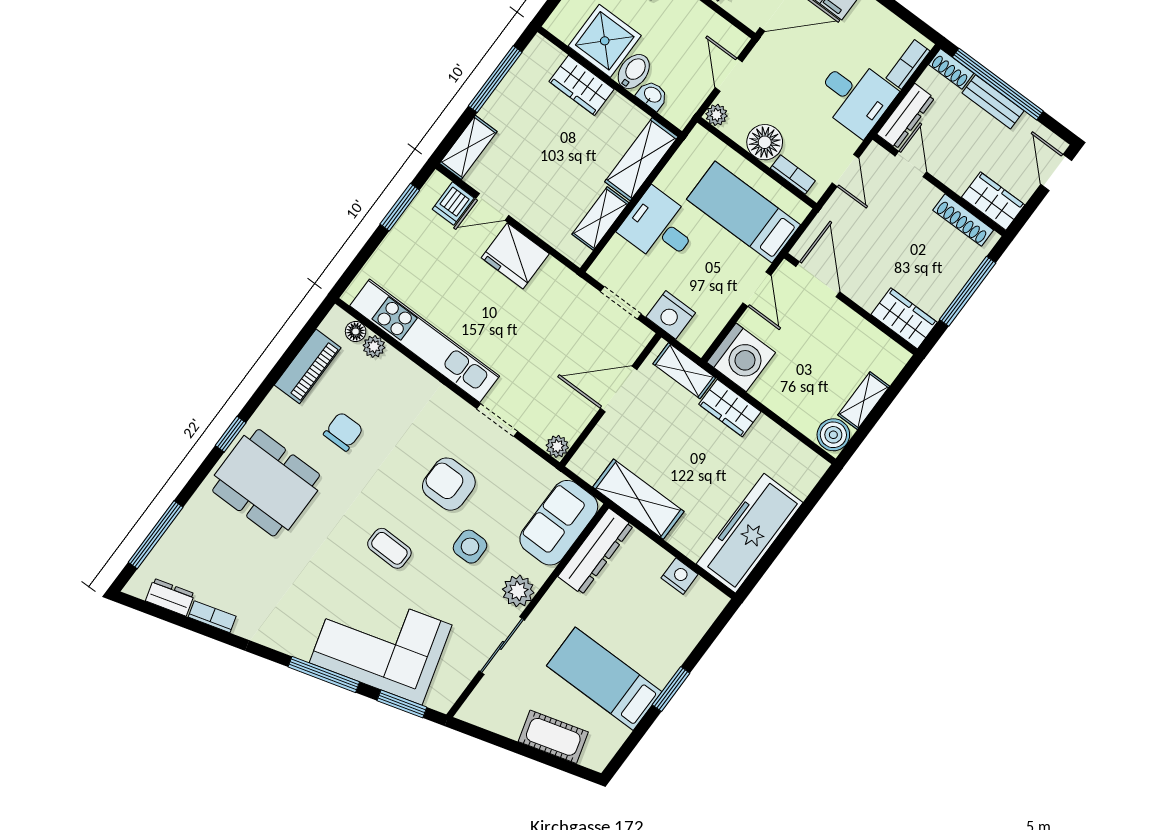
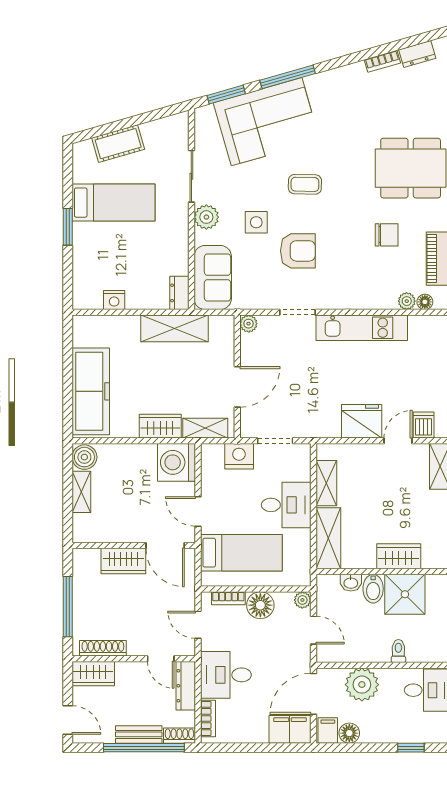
wardrobe: (904, 318) -> (123, 561), moved
kitchen unit: (425, 341) -> (362, 328), width x0.73
chair: (343, 432) -> (387, 235), turned -90
freezer: (750, 533) -> (91, 391), moved
dresser: (596, 551) -> (179, 293), width x0.51, depth x0.80

